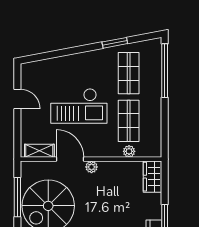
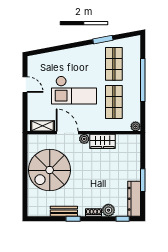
window: (165, 71) -> (143, 80), moved
plant: (129, 151) -> (136, 126), moved
wardrobe: (153, 177) -> (103, 141), moved, turned -90
window: (17, 197) -> (25, 163), removed

